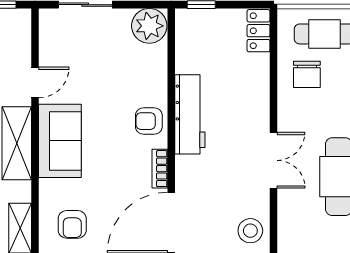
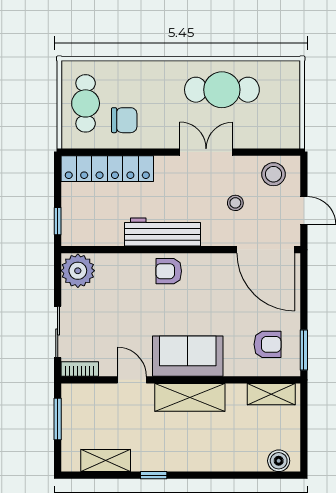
locker: (258, 31) -> (107, 169), width x2.16, depth x1.21
armchair: (149, 121) -> (169, 271), turned 90
bookcase: (160, 169) -> (80, 369), moved, turned 180
stool: (220, 191) -> (235, 203), added

